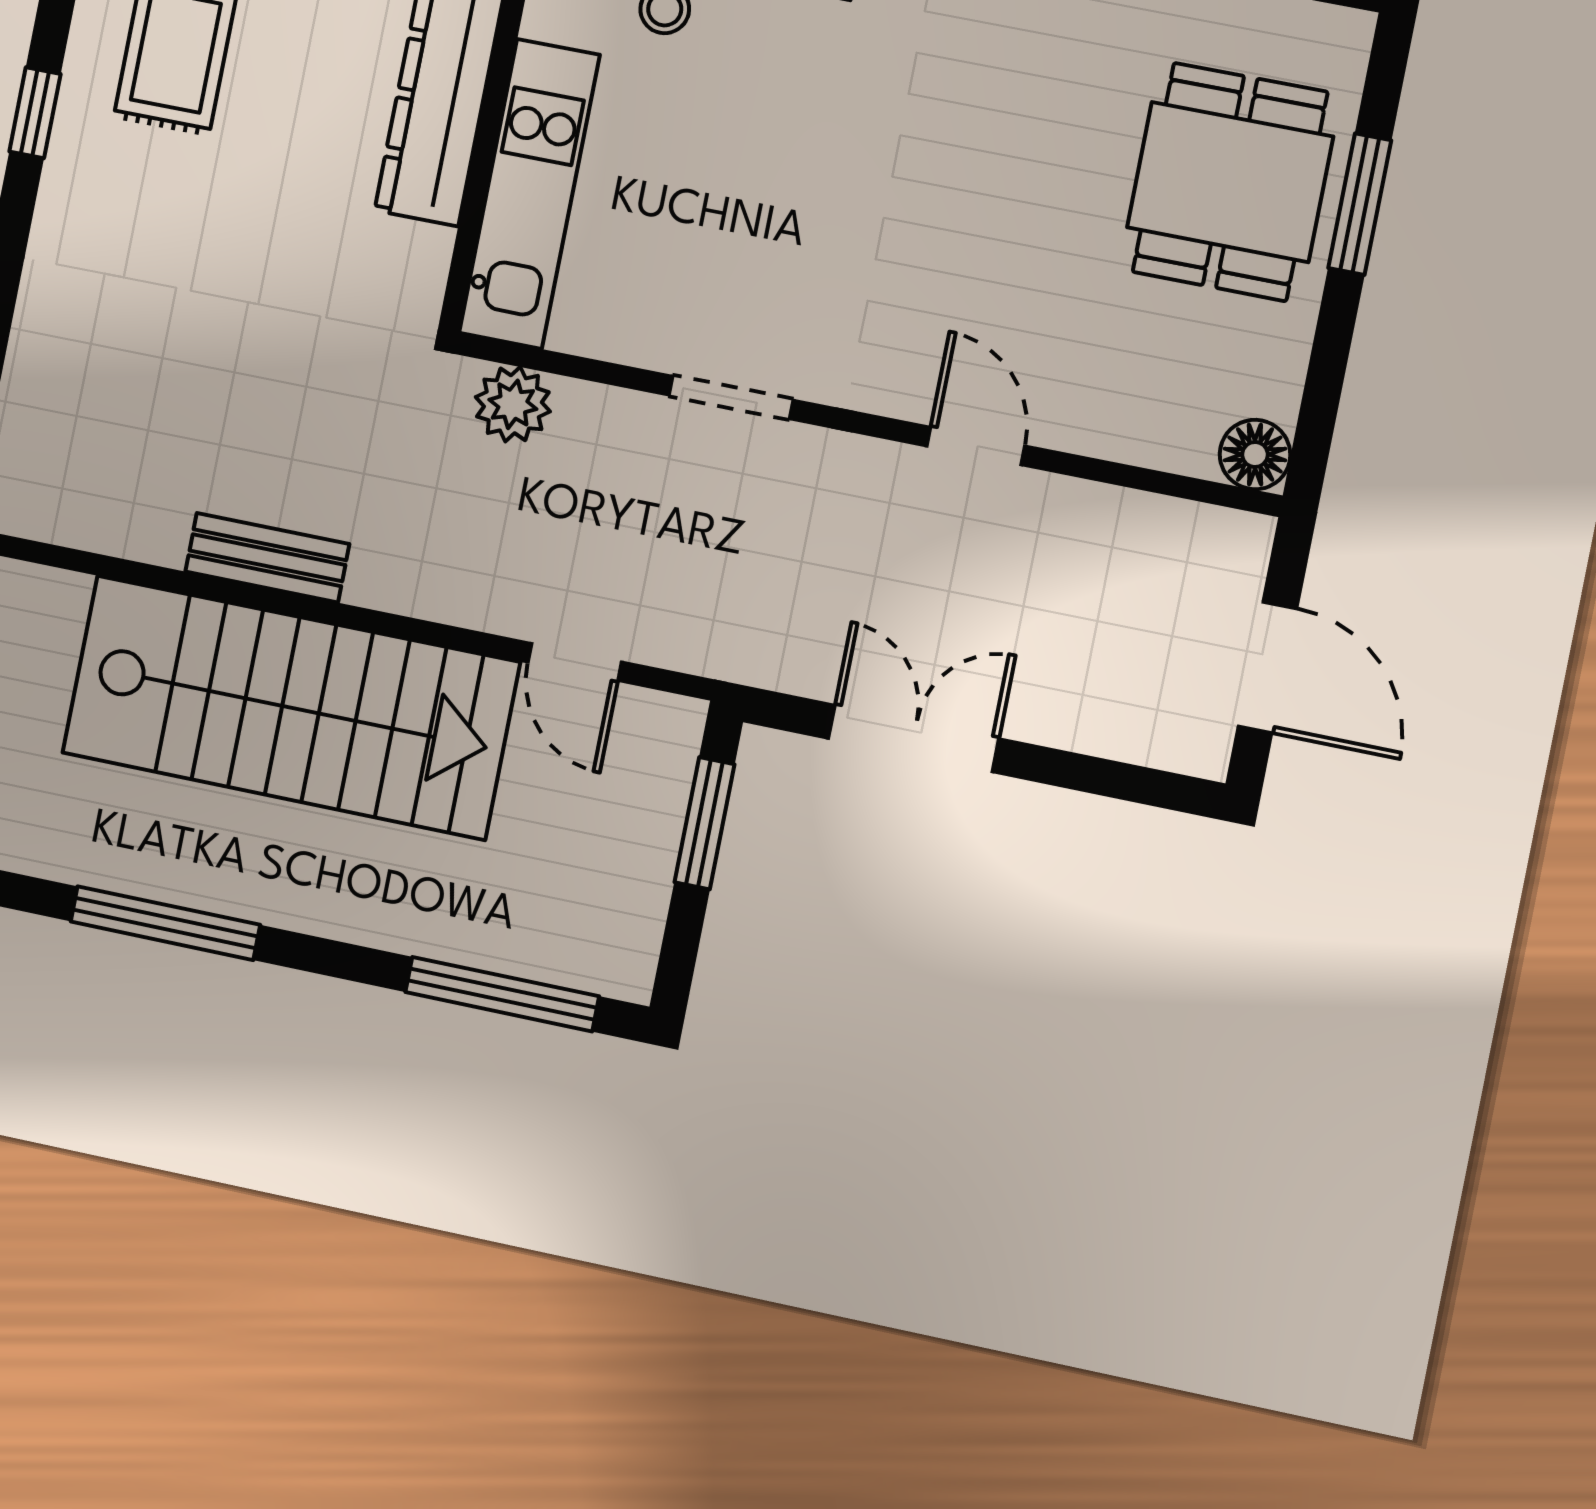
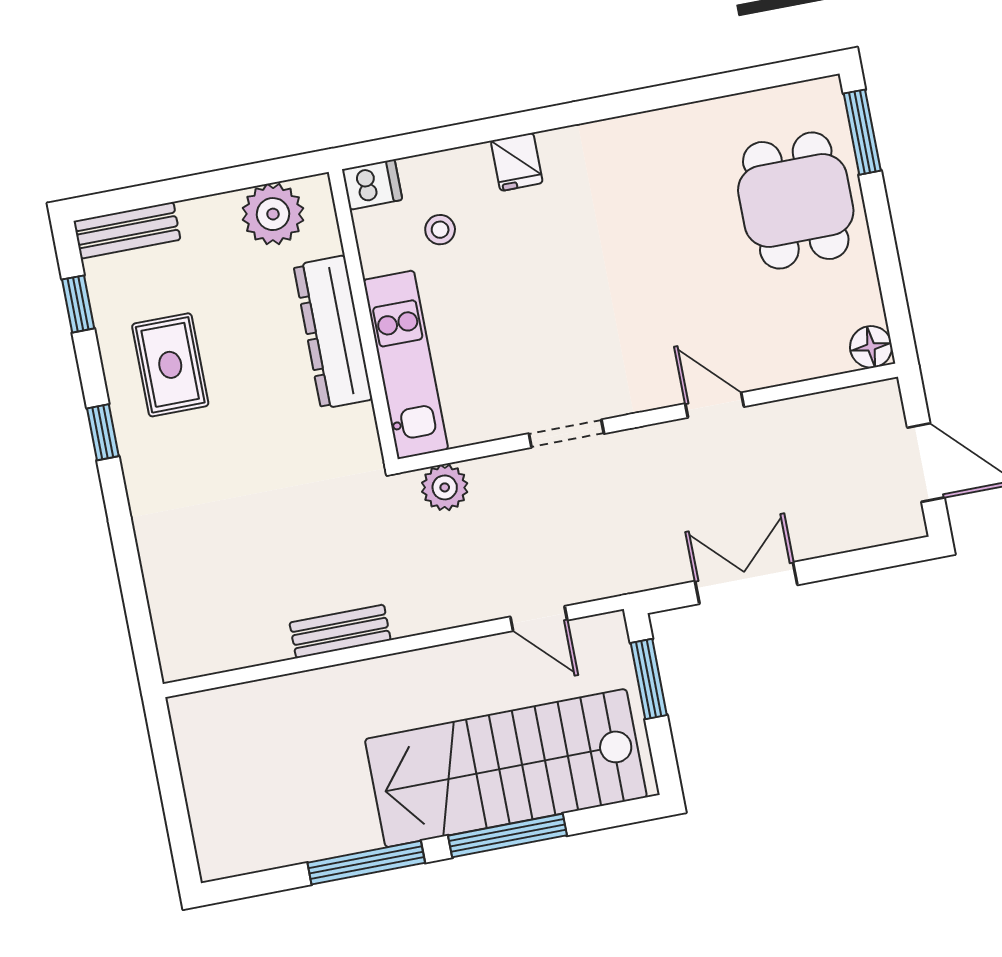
window: (1360, 204) -> (862, 132), moved
stairs: (291, 707) -> (506, 768), moved, turned 180
window: (502, 994) -> (507, 836), moved

